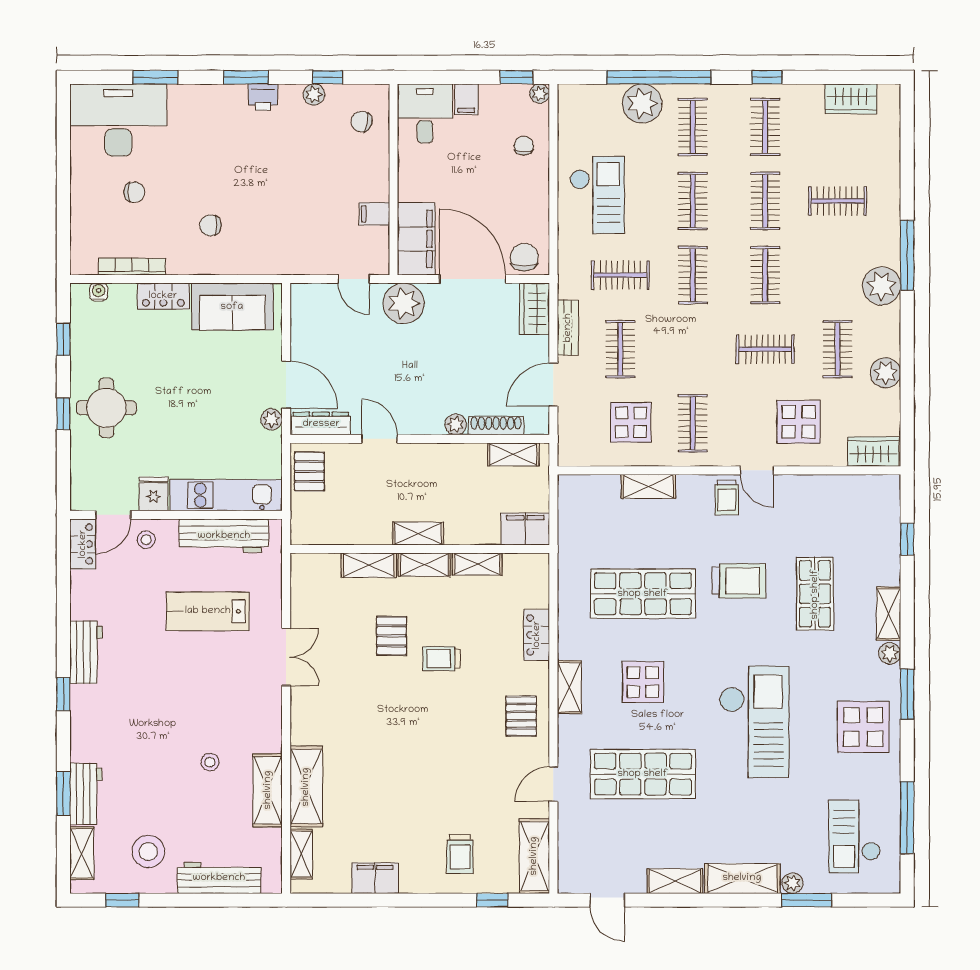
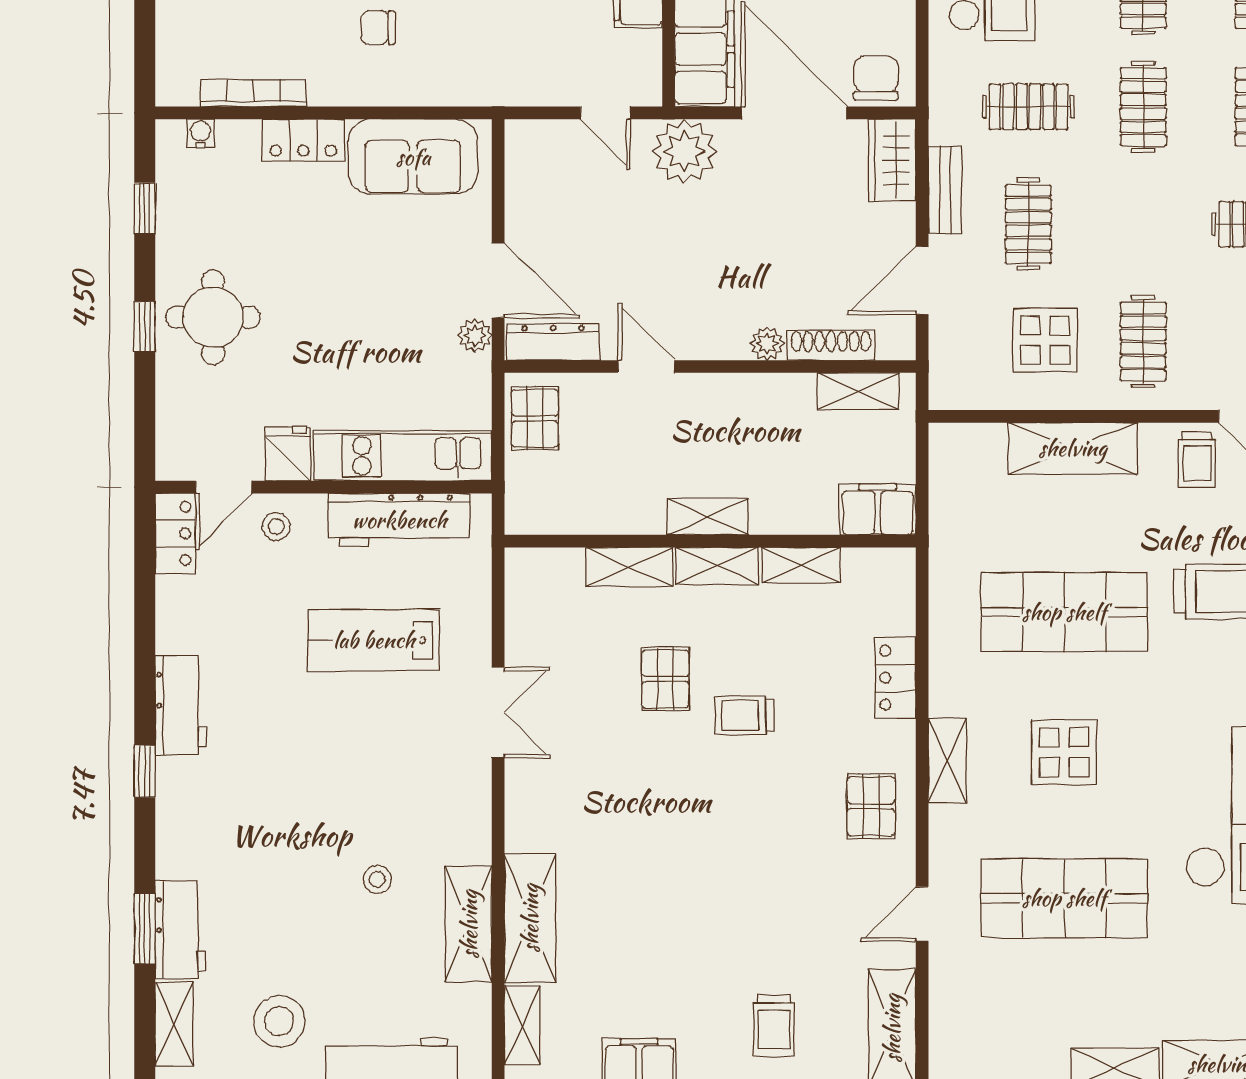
shelving: (648, 486) -> (1073, 448), width x1.50, depth x1.33

